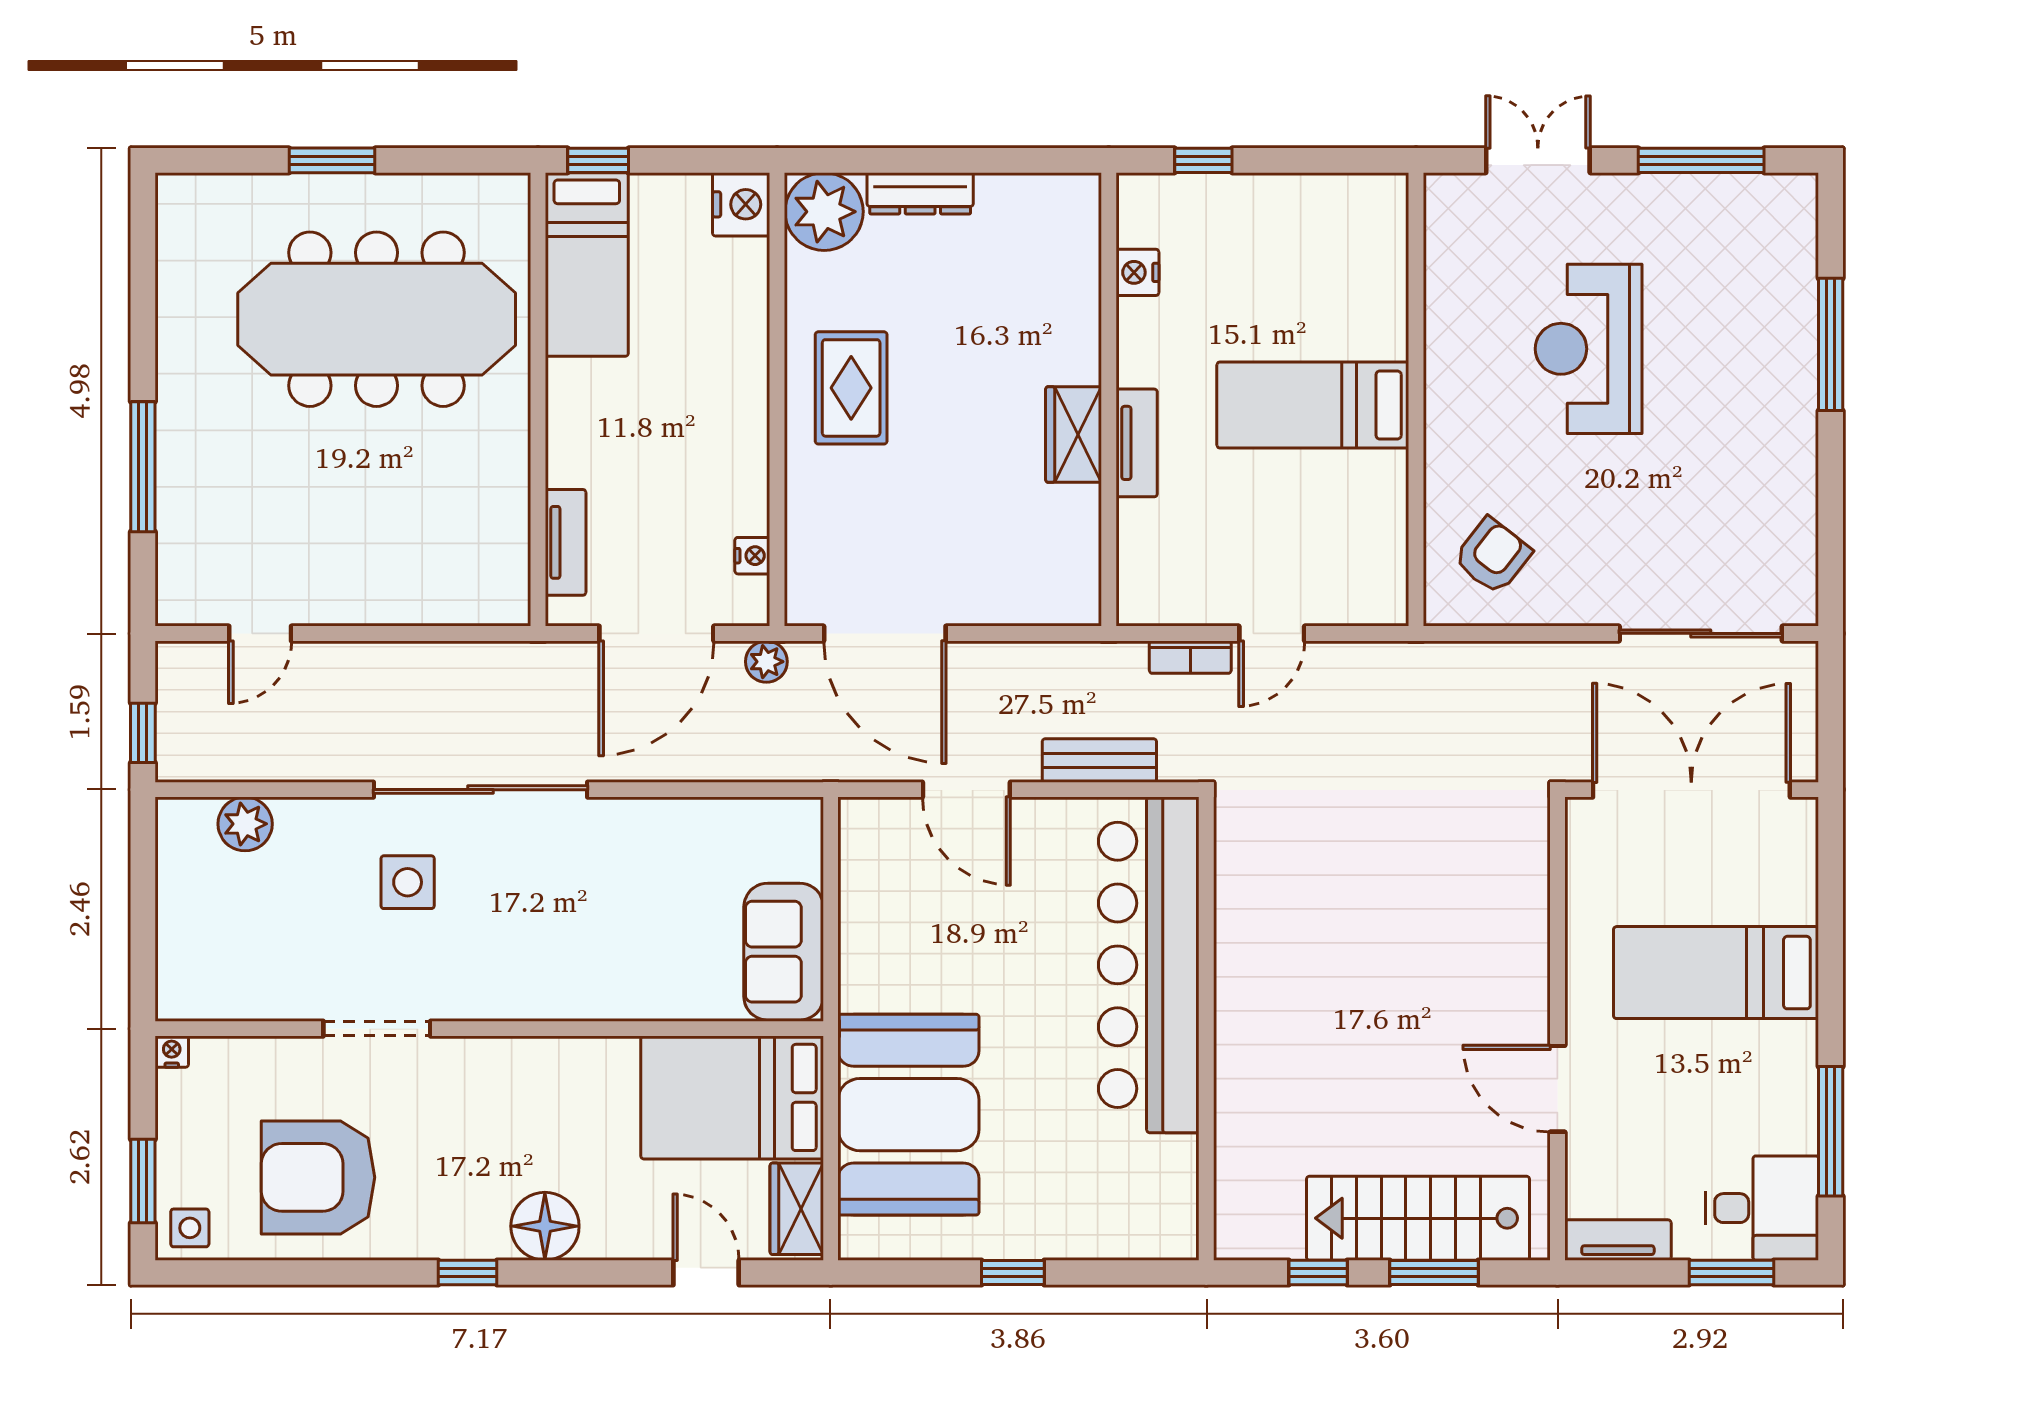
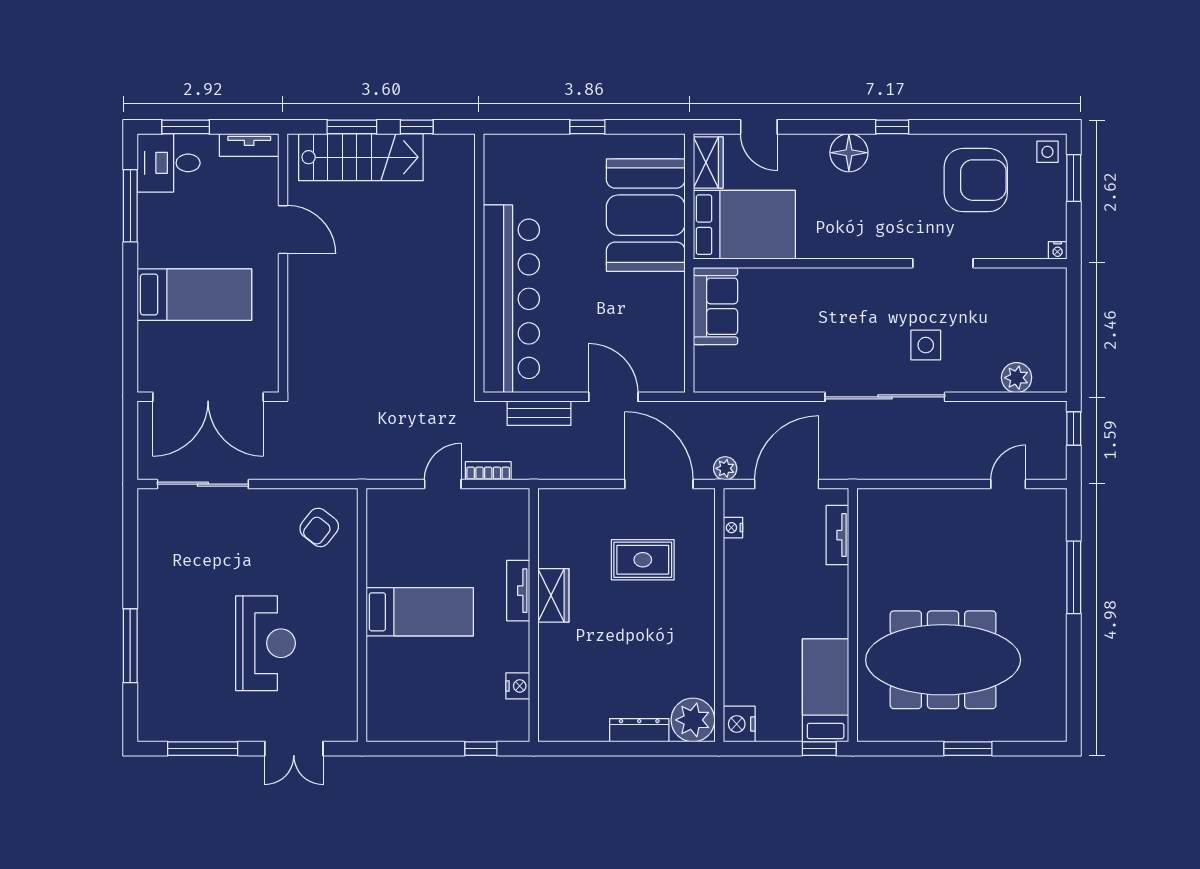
rug: (851, 388) -> (643, 560), moved, turned 90

